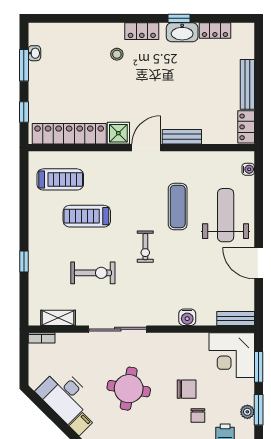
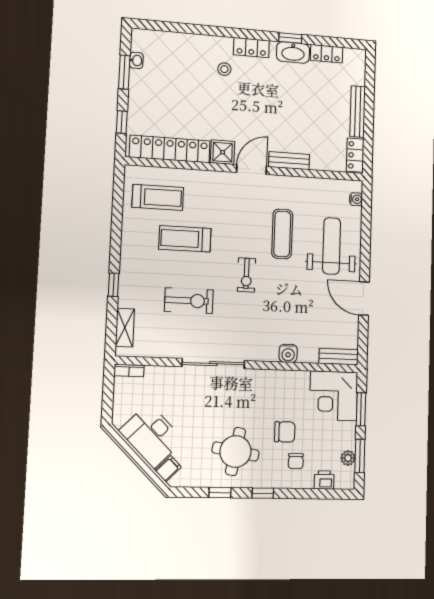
shelving: (58, 318) -> (125, 328), moved, turned 90
round table: (129, 389) -> (236, 451), moved

